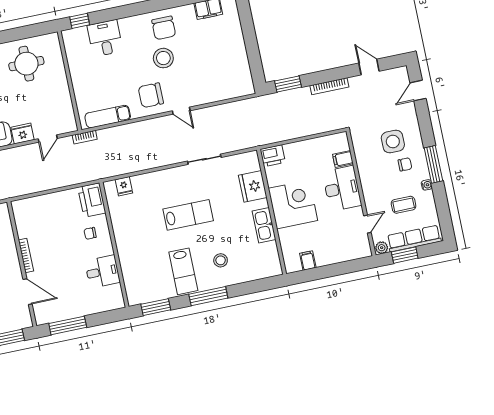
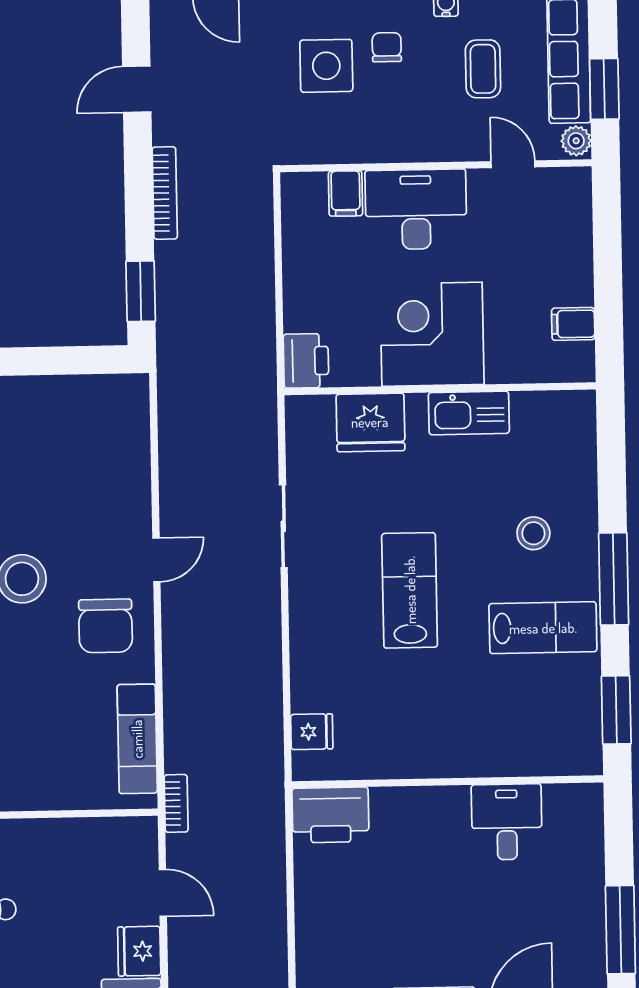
chair: (90, 233) -> (409, 834), removed

